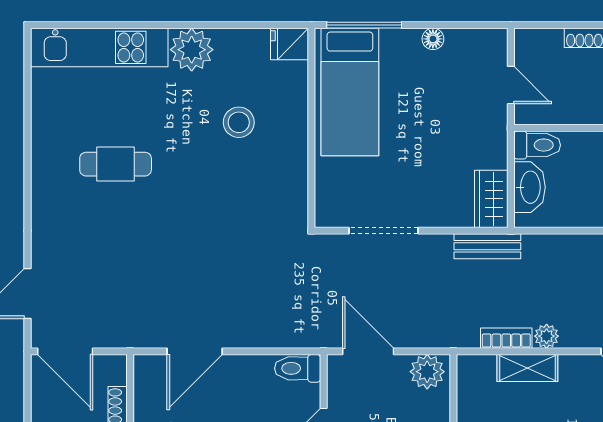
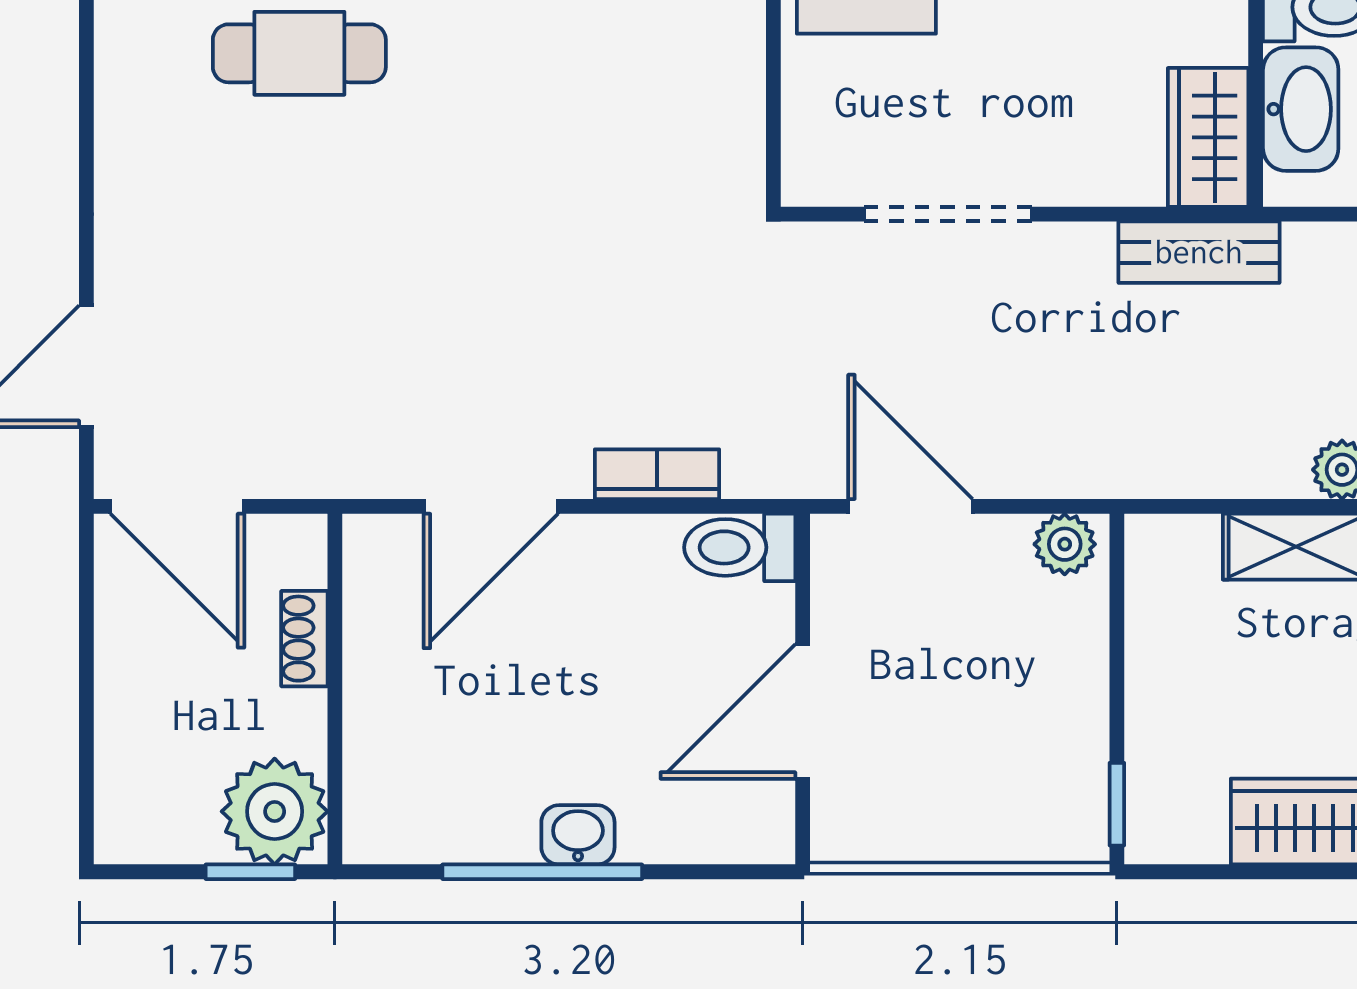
bookcase: (506, 338) -> (657, 474), moved
plant: (427, 372) -> (1065, 544), width x0.73, depth x0.73

